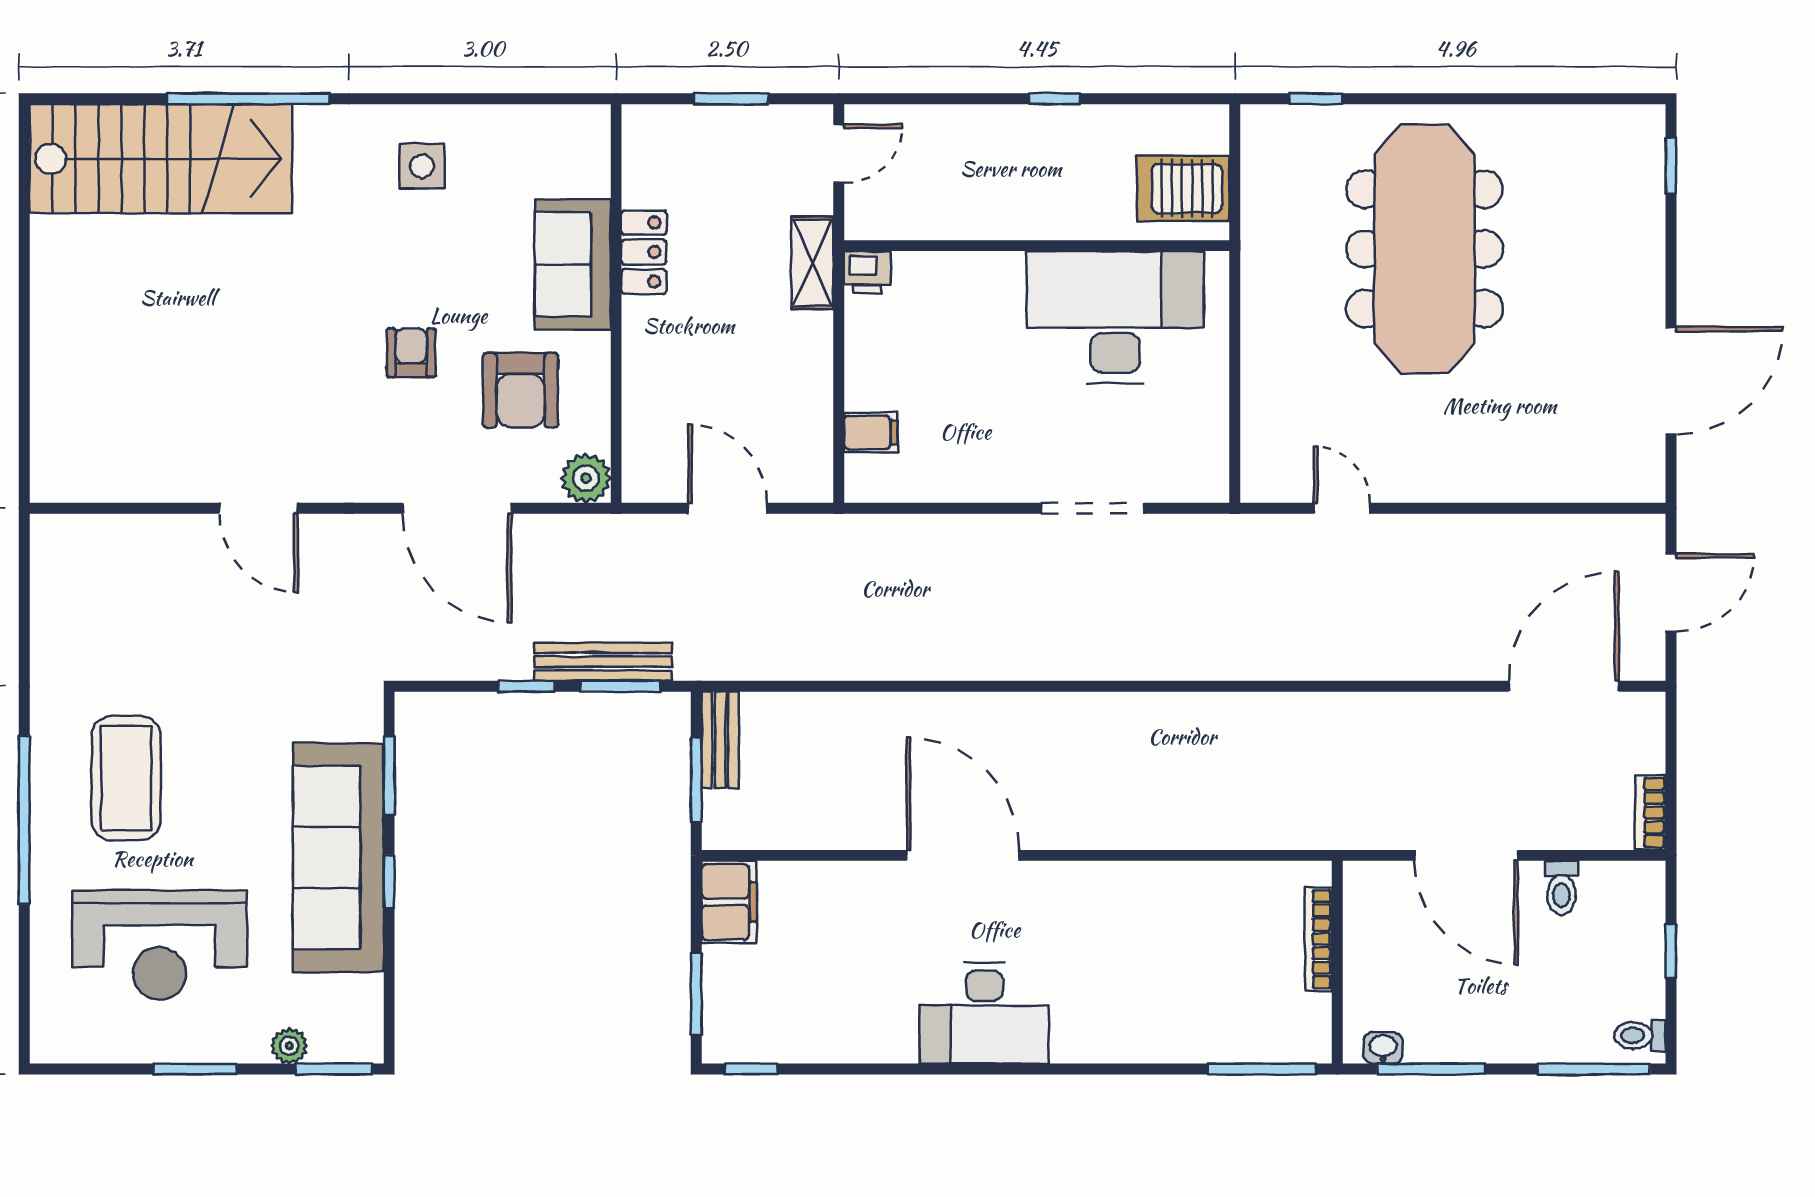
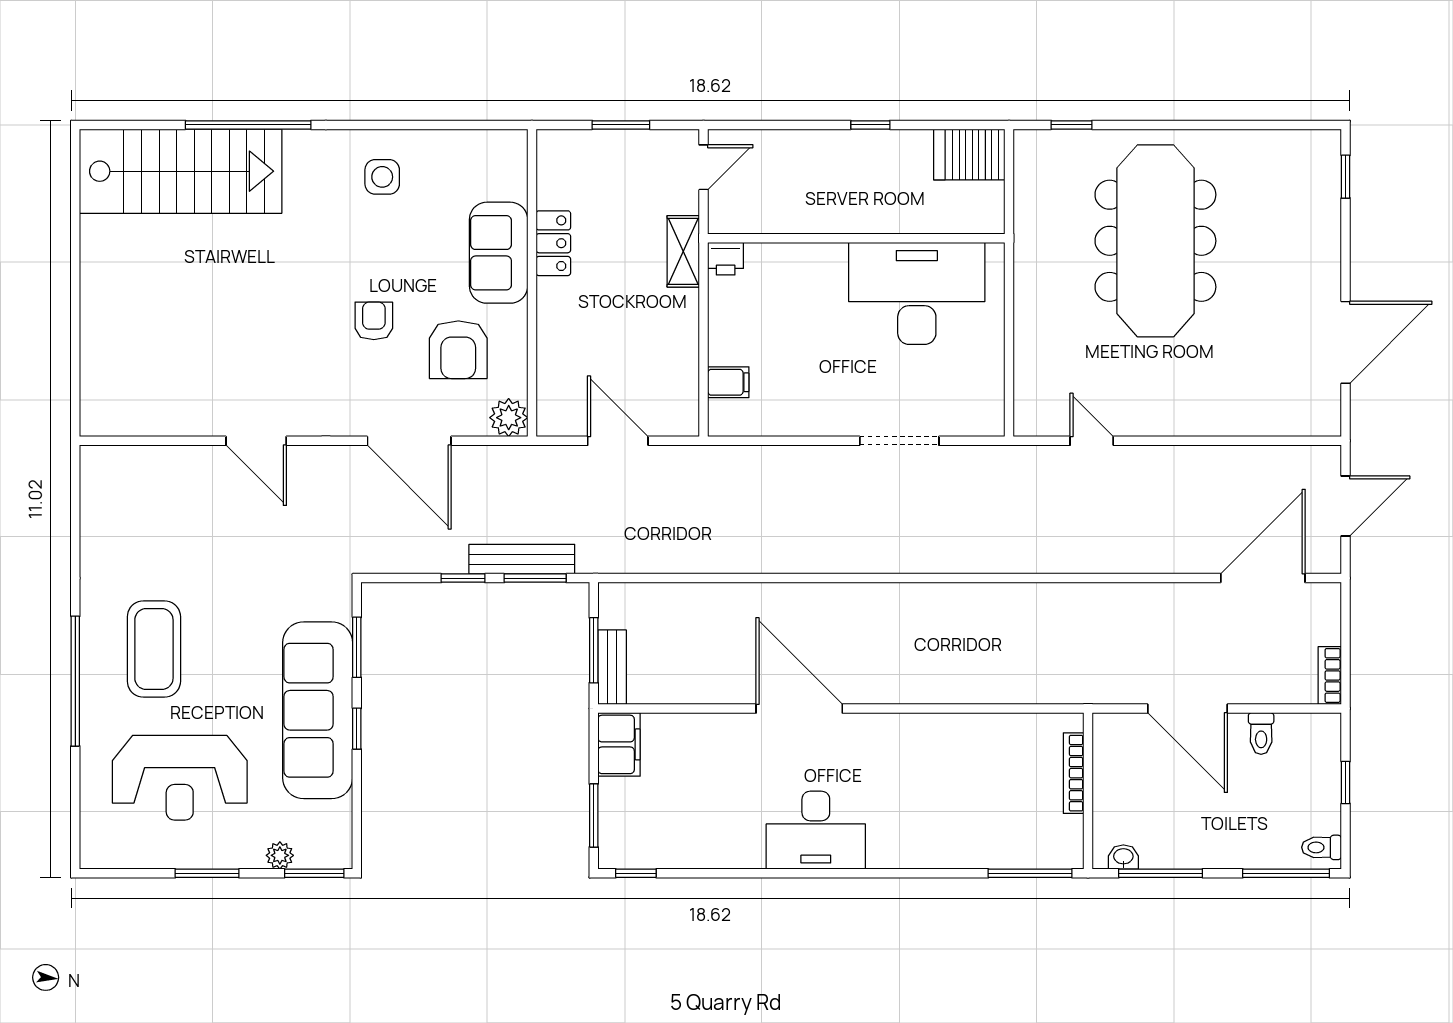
server rack: (1183, 188) -> (969, 155), moved
bench: (720, 740) -> (612, 667), moved

